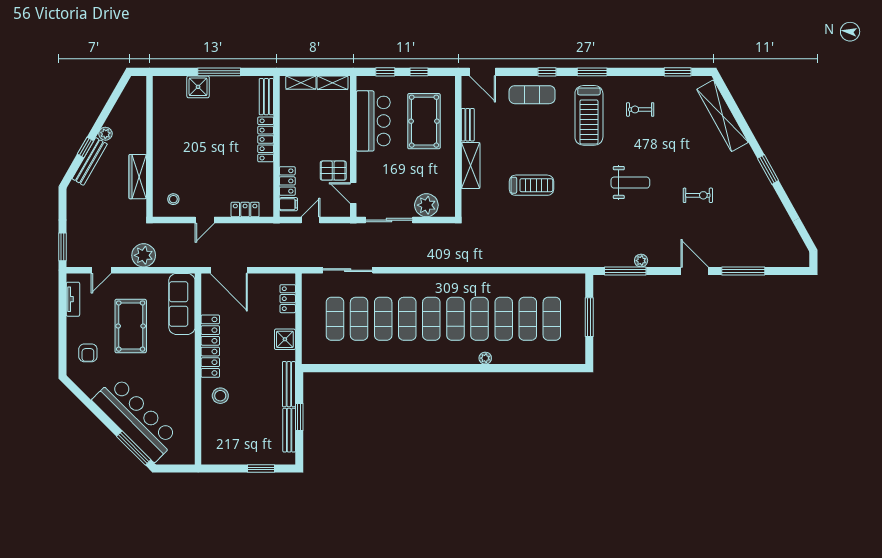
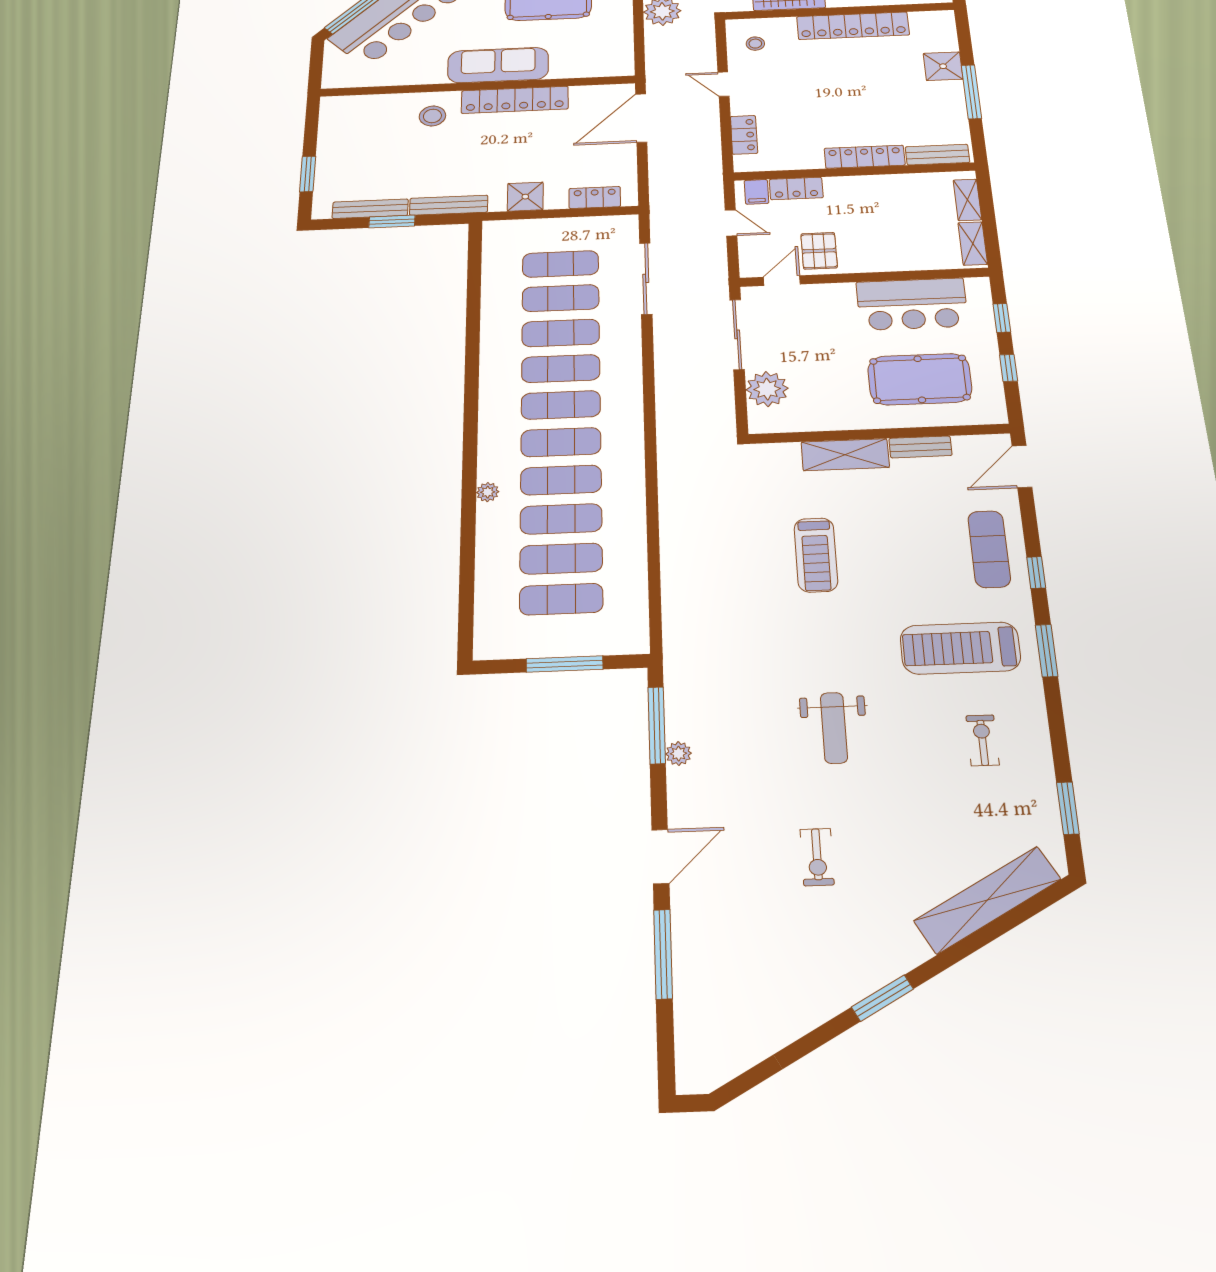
locker: (162, 139) -> (853, 26), added
sofa: (182, 304) -> (498, 65), moved

